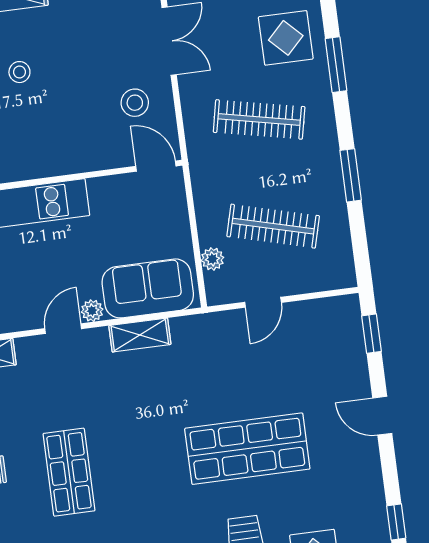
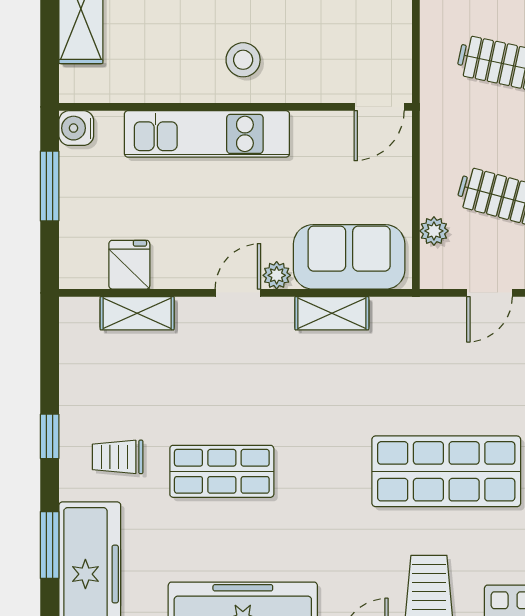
stool: (135, 103) -> (243, 60), moved
door: (156, 166) -> (379, 107), swing flipped
shop shelf: (69, 472) -> (222, 471), turned 90

